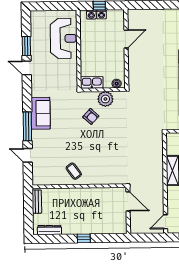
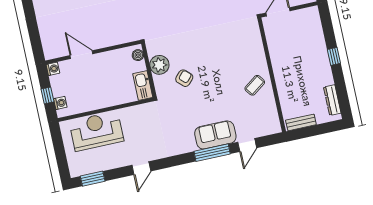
washing machine: (101, 14) -> (53, 69), moved
window: (26, 46) -> (93, 179), moved
sofa: (41, 113) -> (215, 135), moved

